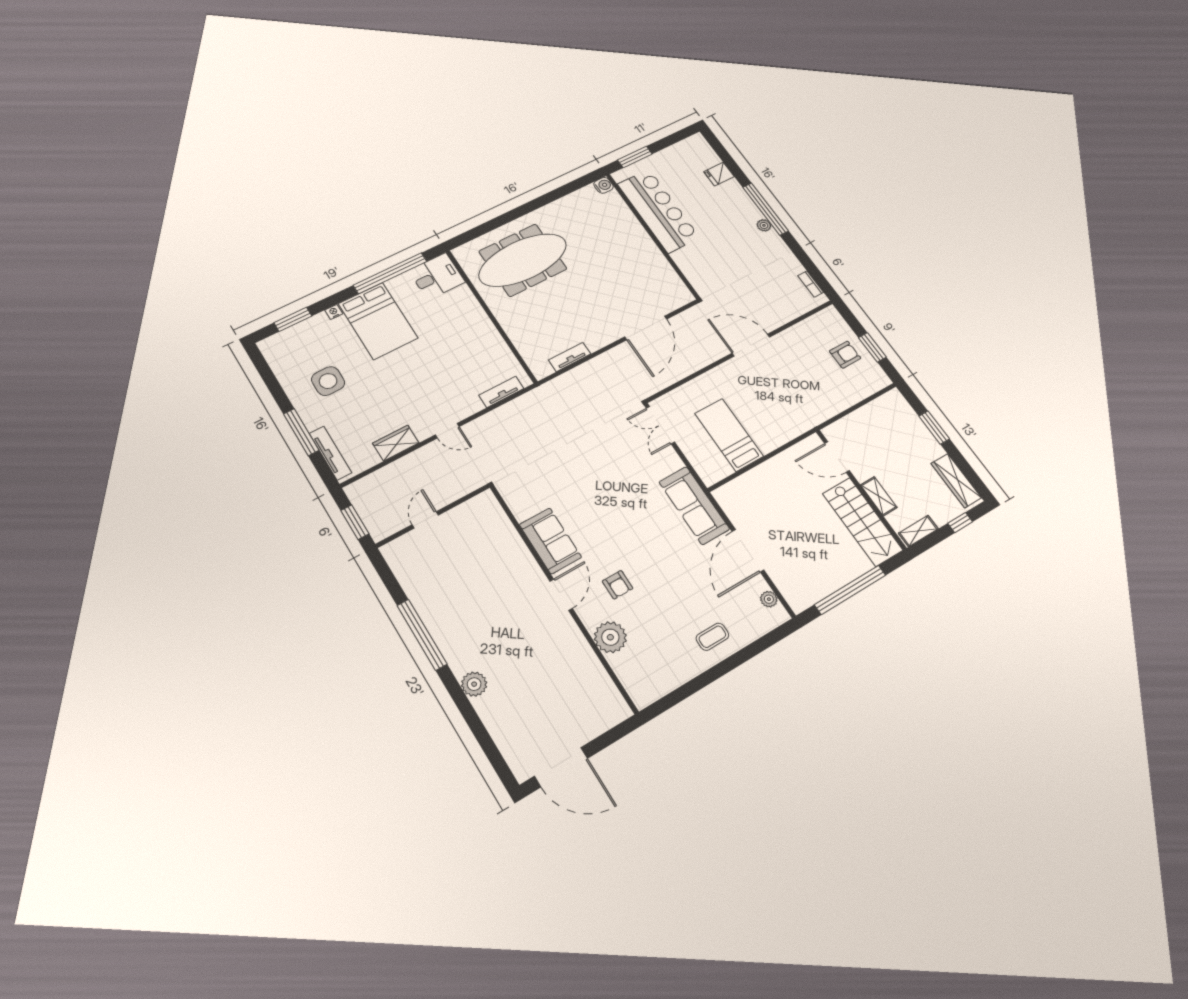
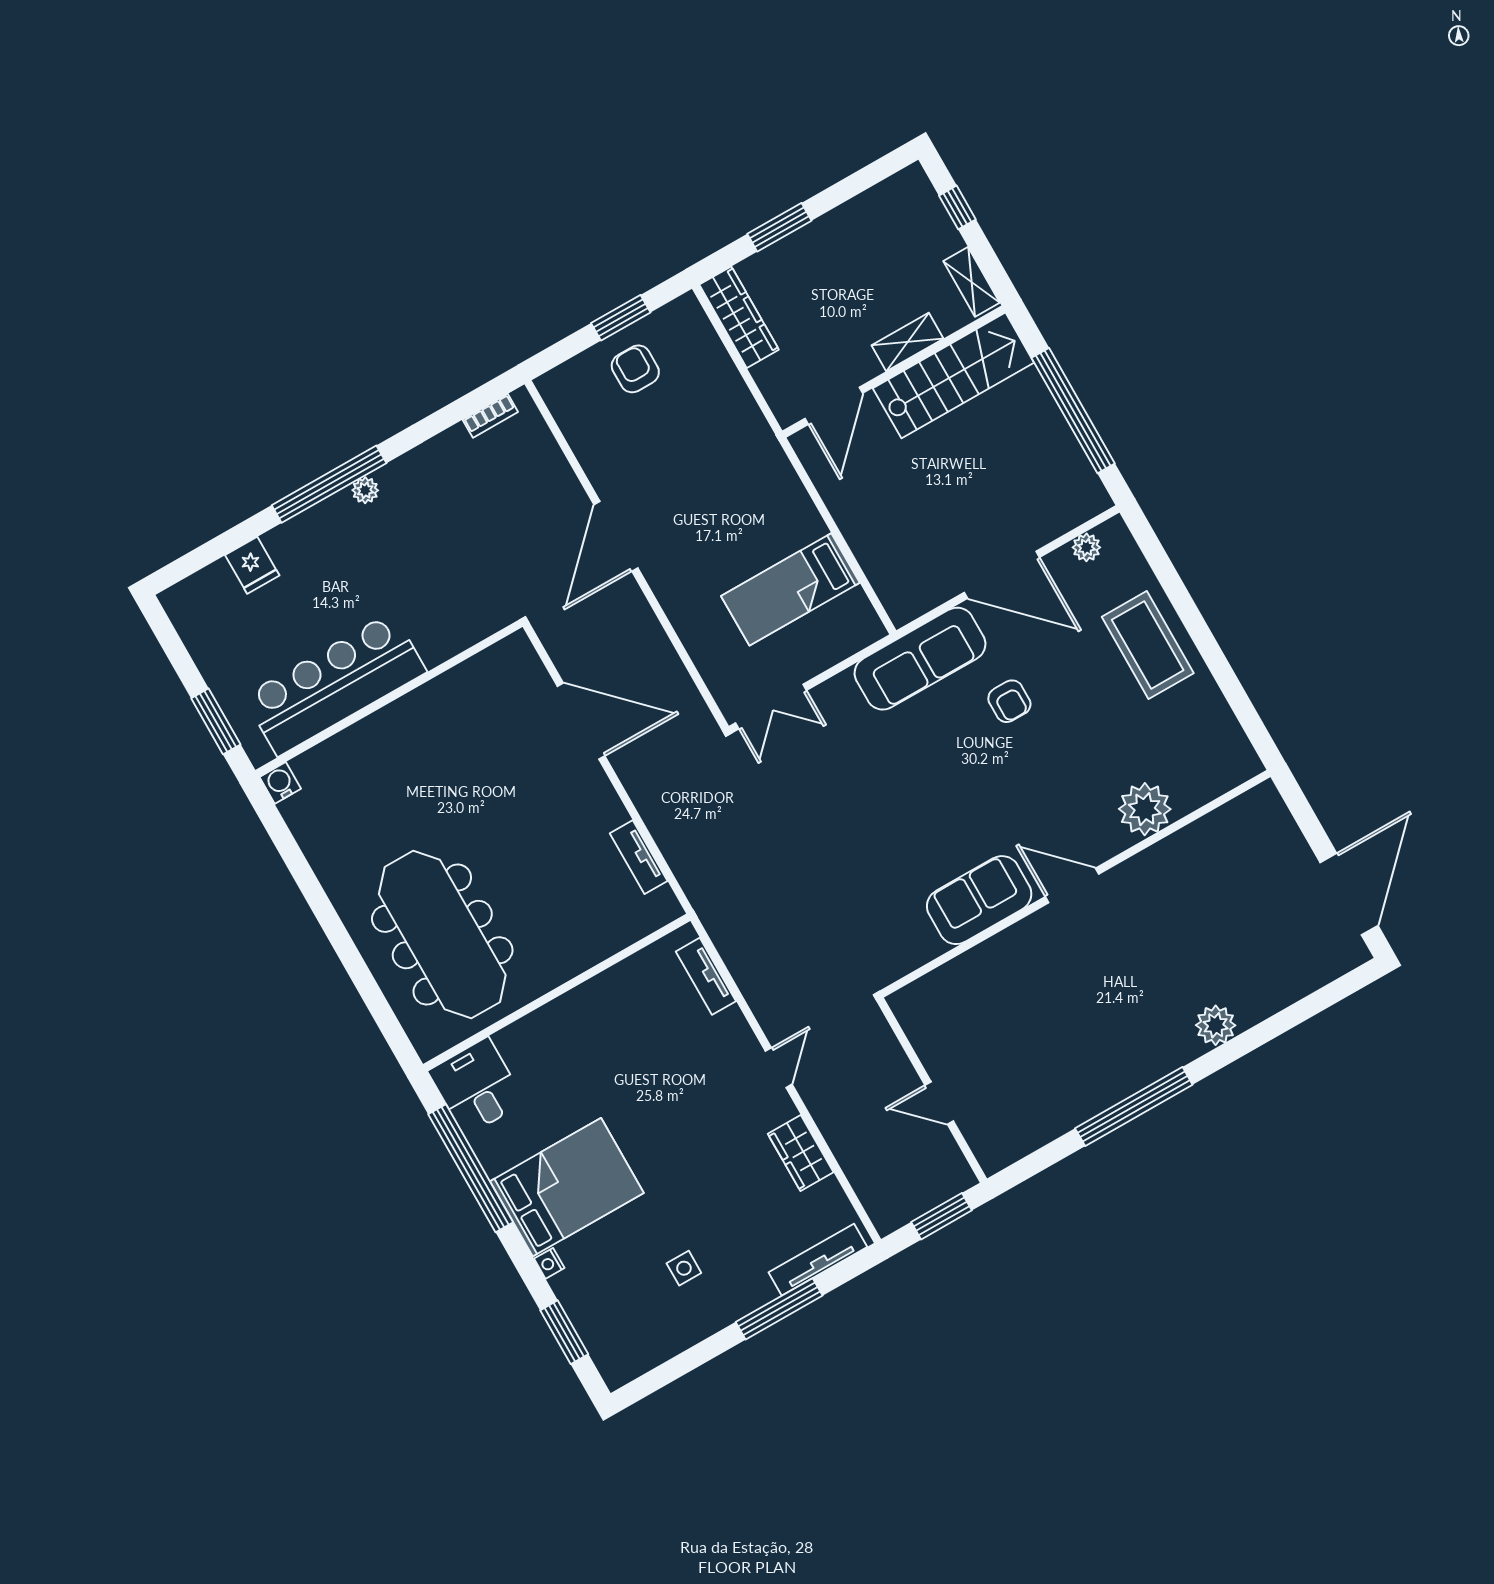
side table: (328, 381) -> (684, 1268), width x0.54, depth x0.54
wardrobe: (956, 481) -> (739, 317), moved, turned -90
armchair: (618, 585) -> (1009, 701), moved, turned 90
coffee table: (712, 637) -> (1148, 645), width x1.86, depth x1.72

